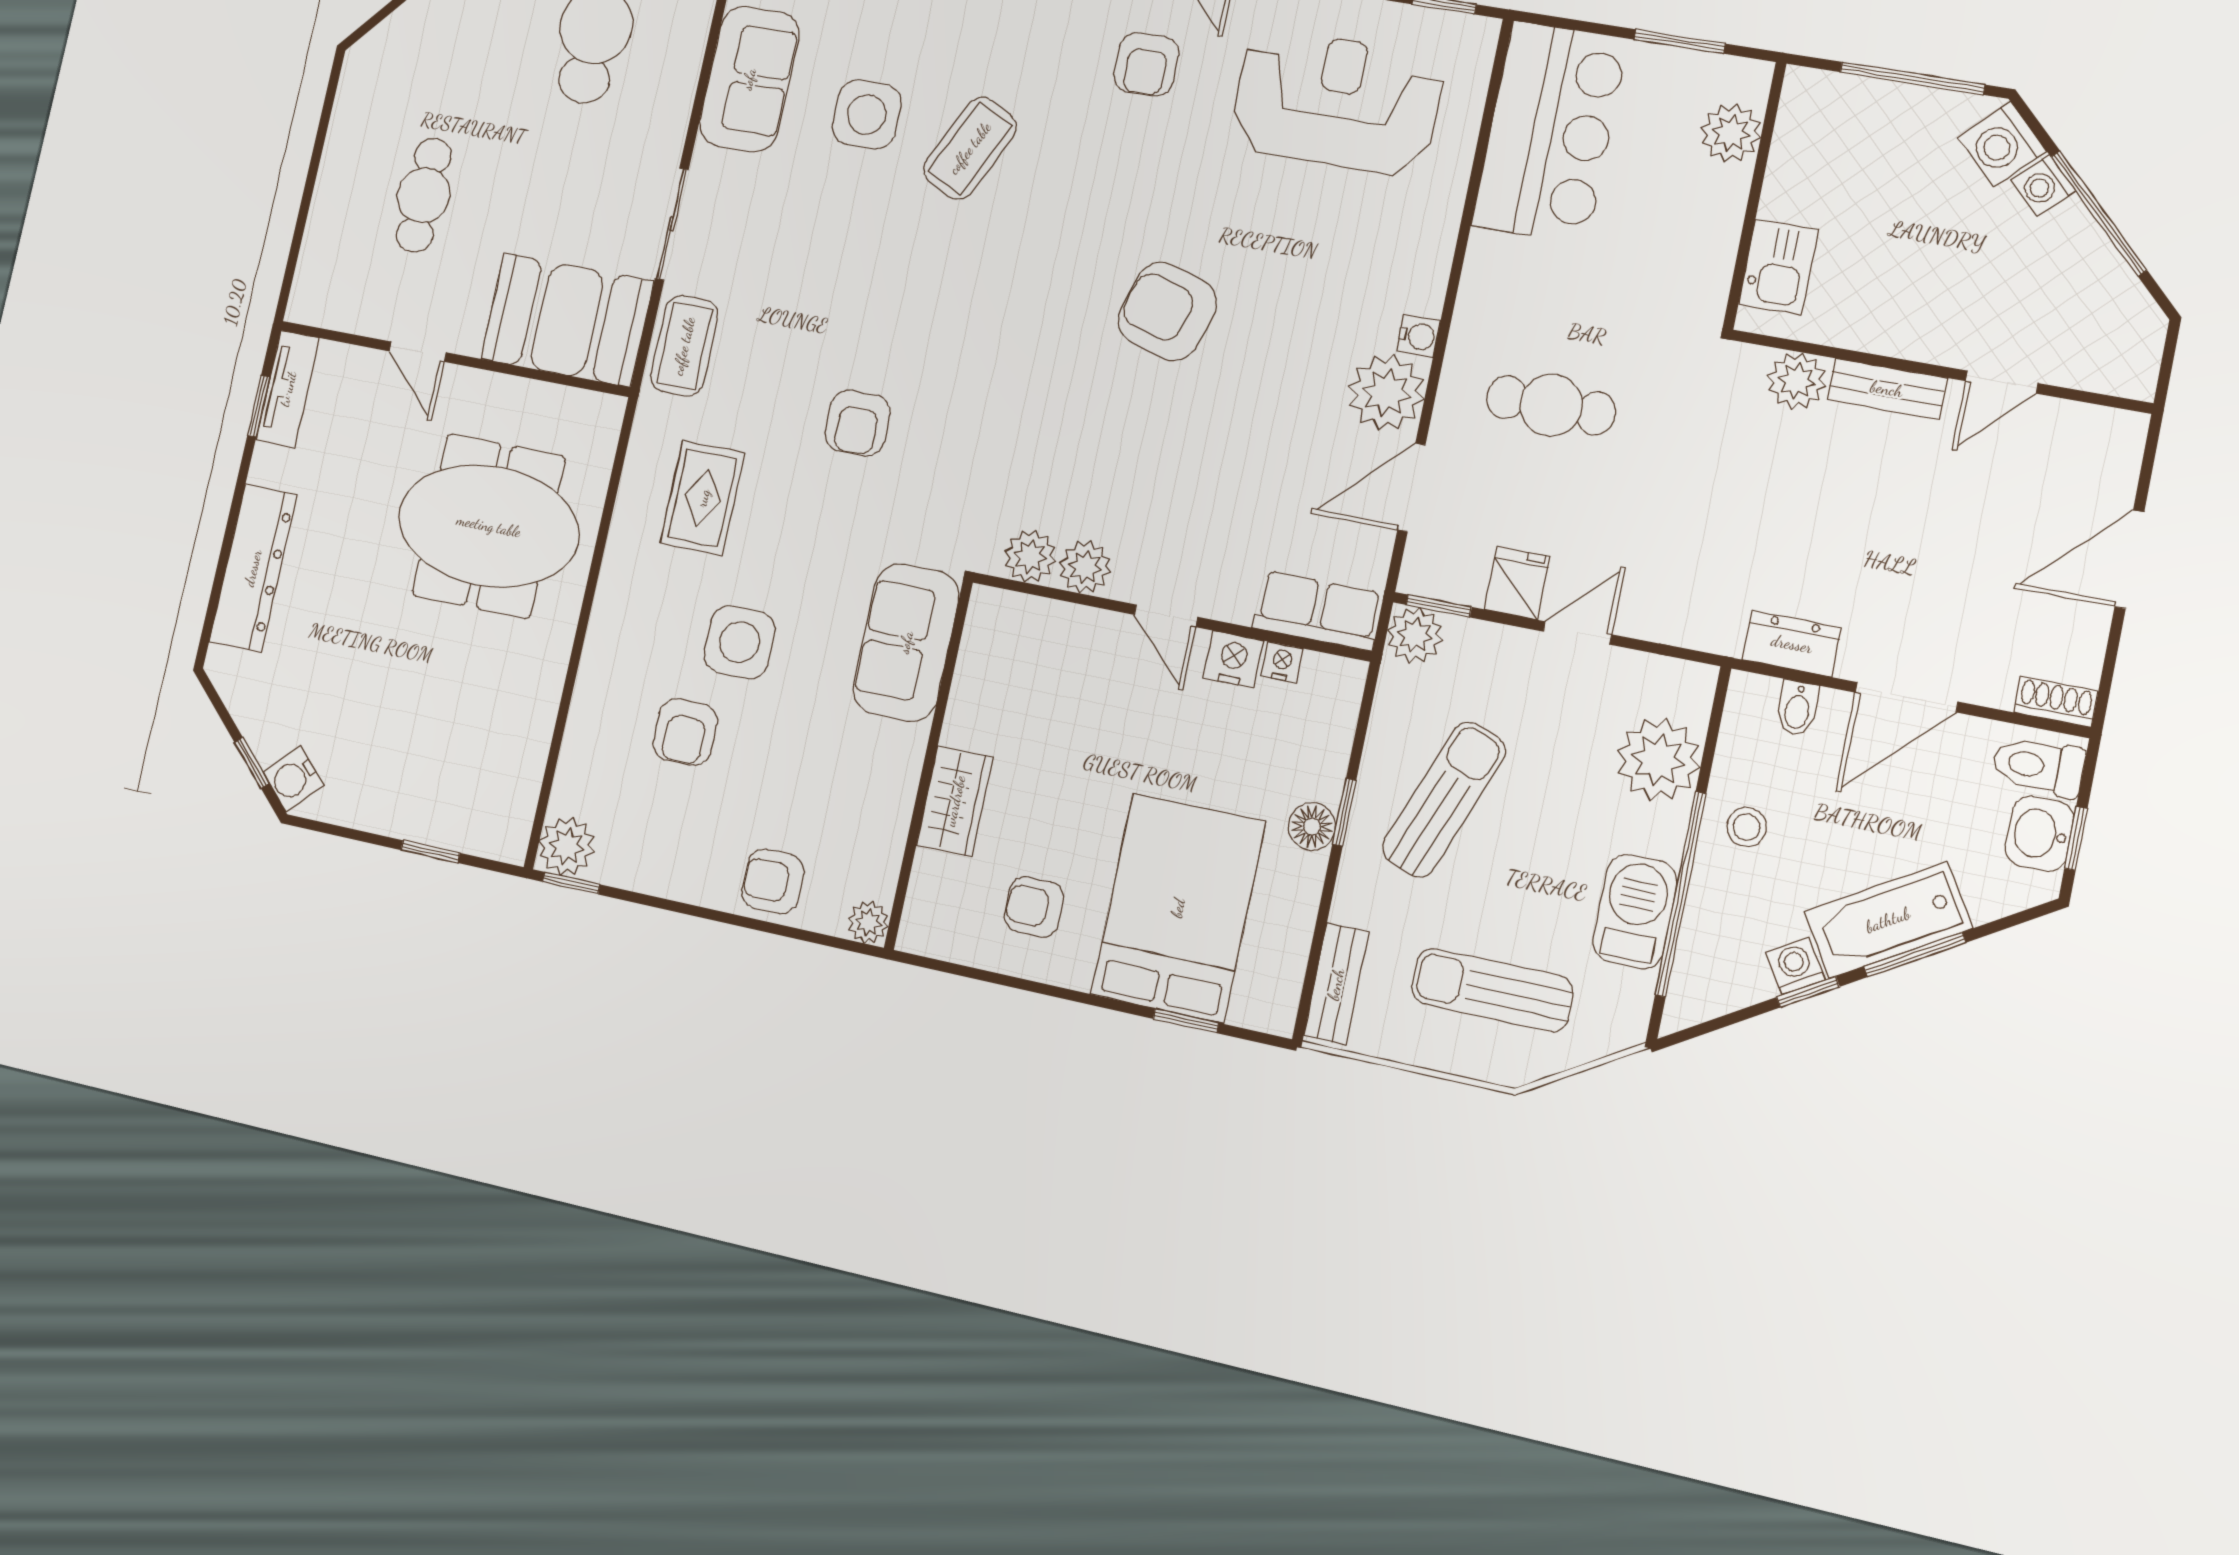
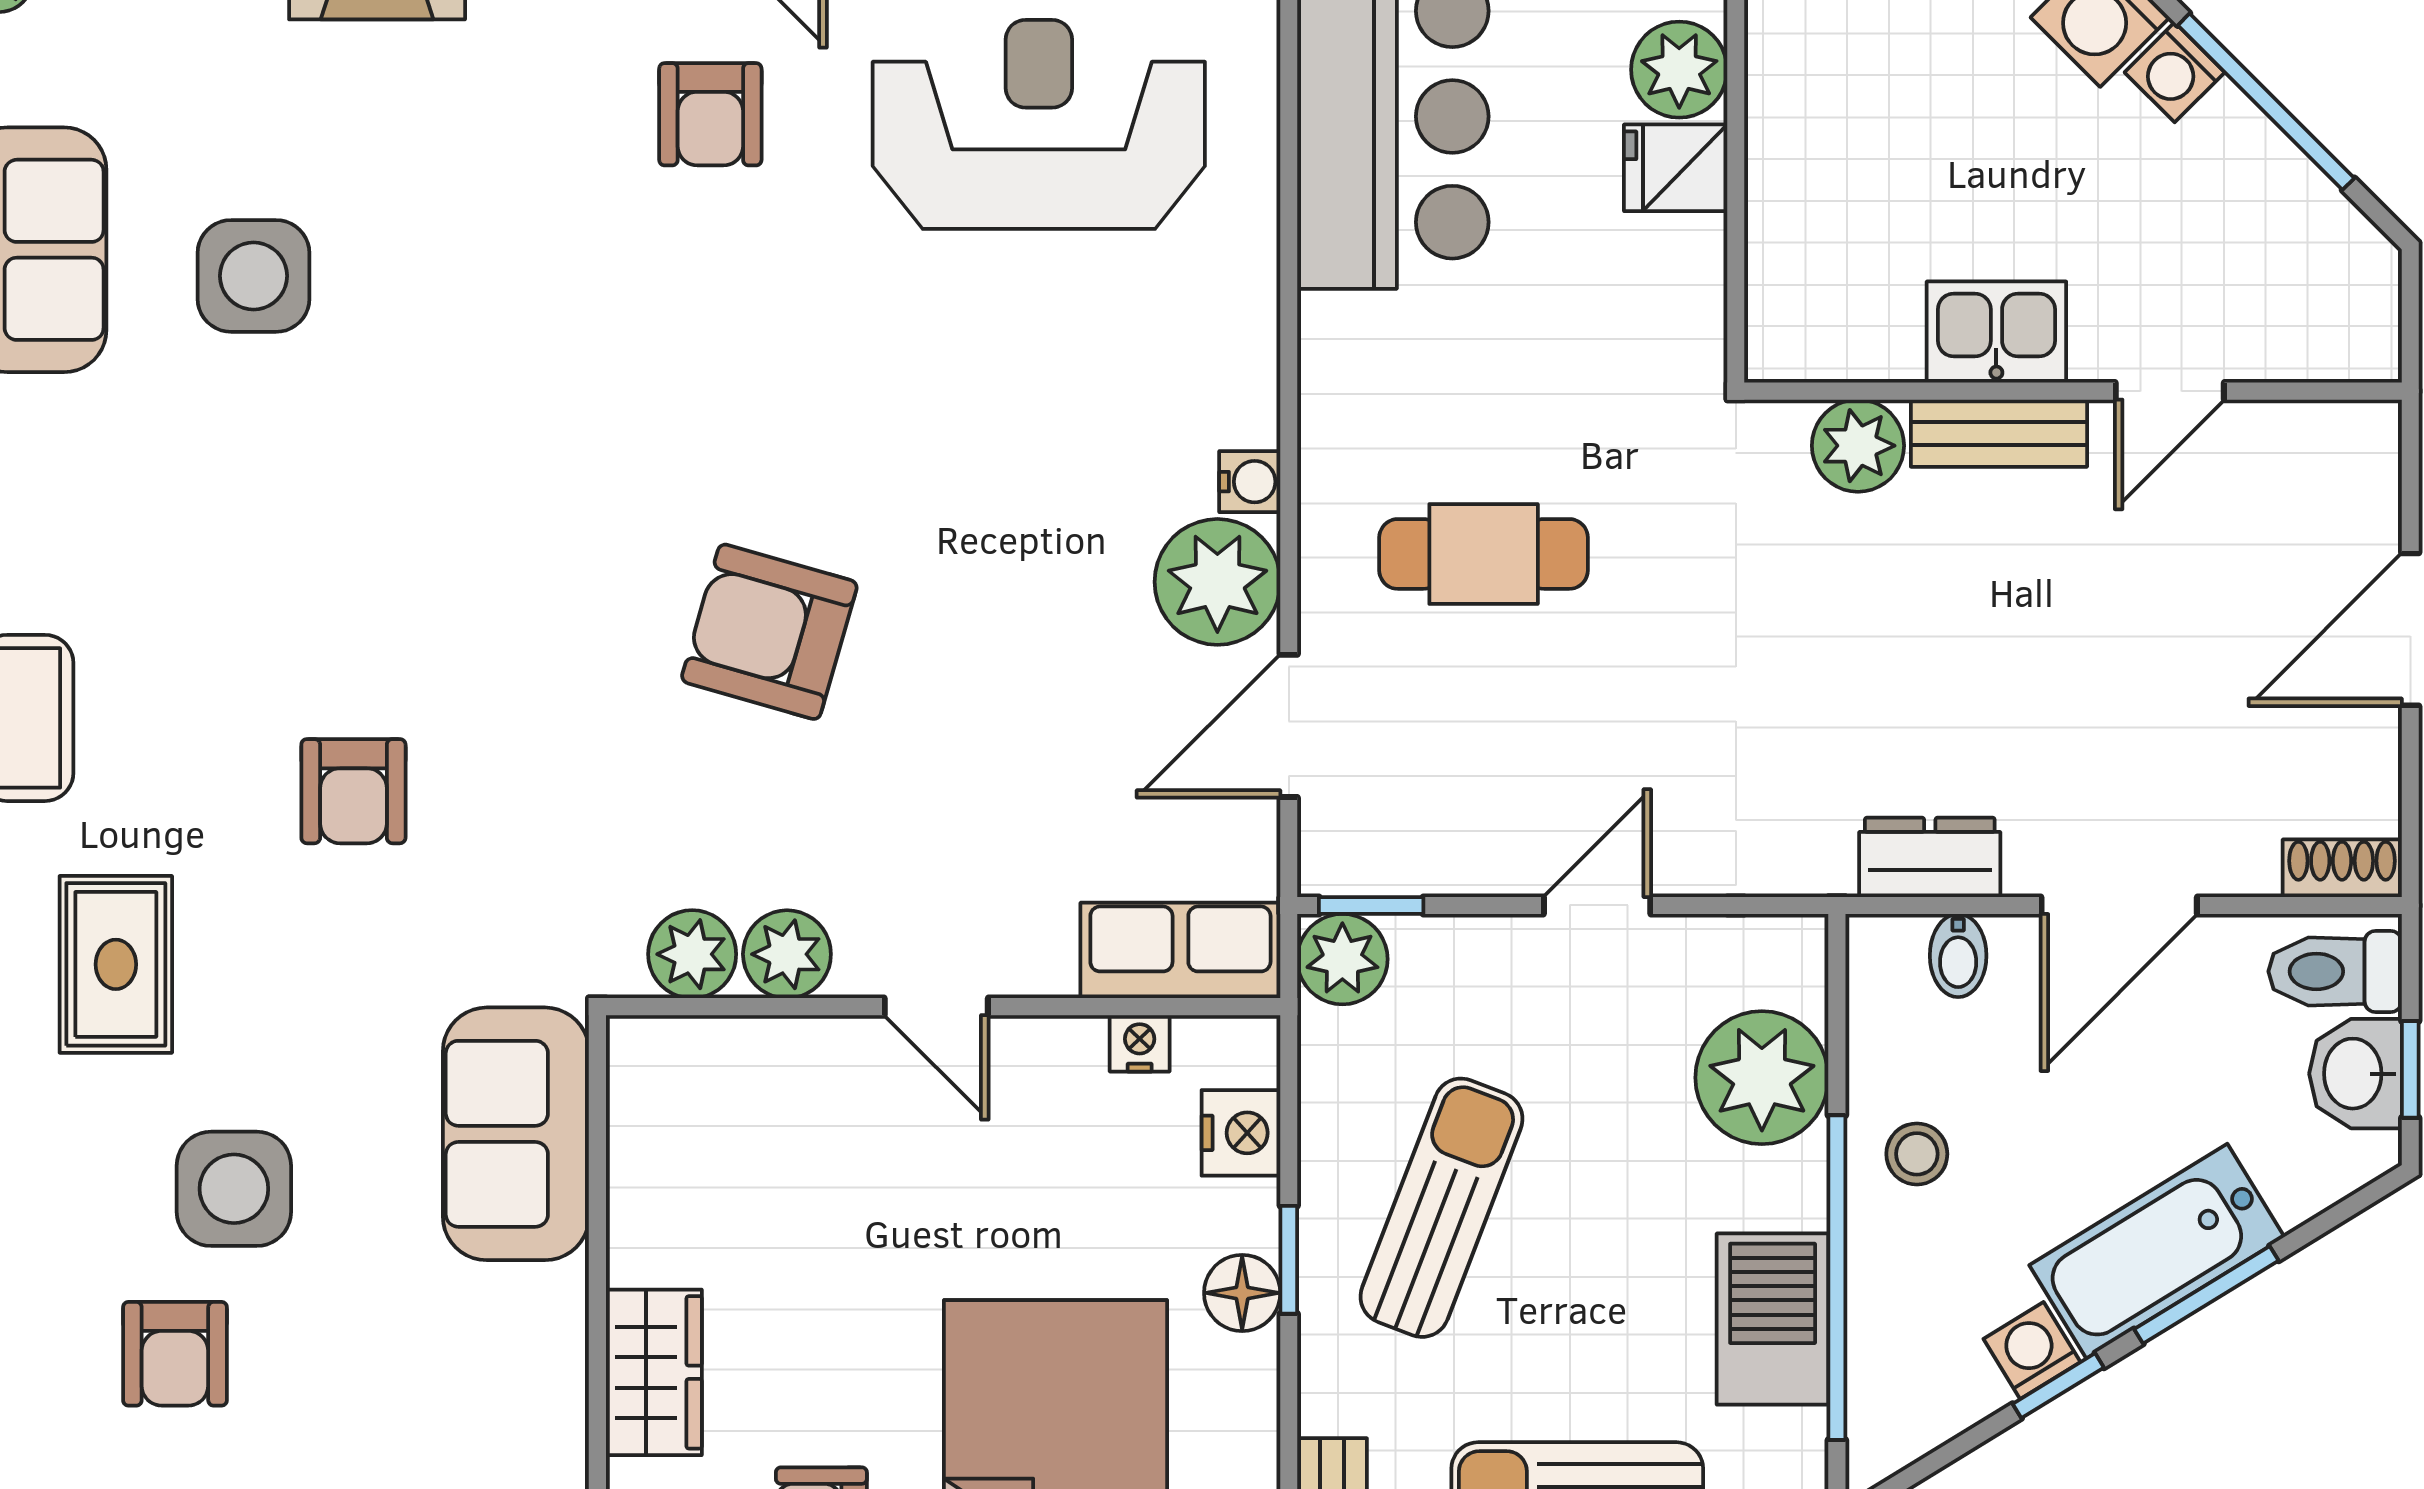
coffee table: (970, 148) -> (443, 303), removed
kitchen sink: (1778, 267) -> (1996, 332), moved, turned -90
armchair: (1167, 311) -> (769, 632), moved
fridge: (1517, 583) -> (1676, 168), moved, turned -90
nightstand: (1233, 659) -> (1241, 1133), moved, turned 90

